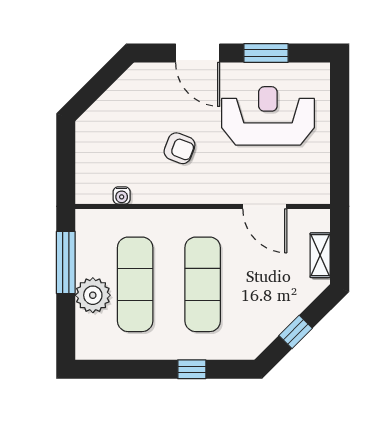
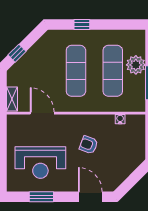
door: (198, 53) -> (90, 197), moved
shelving: (320, 255) -> (12, 99), moved
window: (296, 332) -> (17, 53), moved

